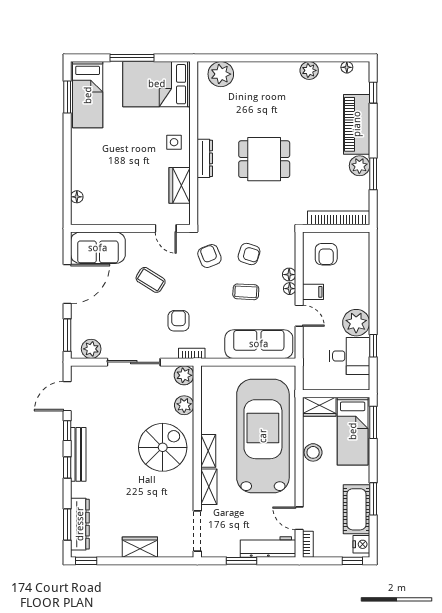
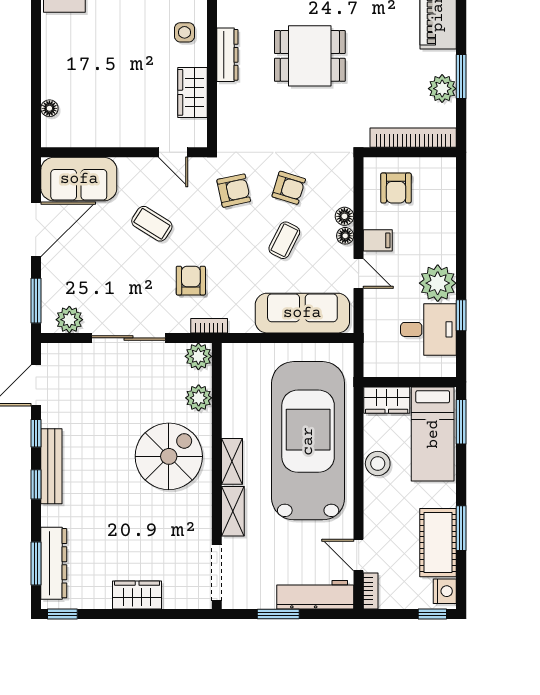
plant: (359, 166) -> (442, 89), moved
armchair: (209, 256) -> (234, 191), turned 100
coffee table: (246, 292) -> (284, 240), turned -66

